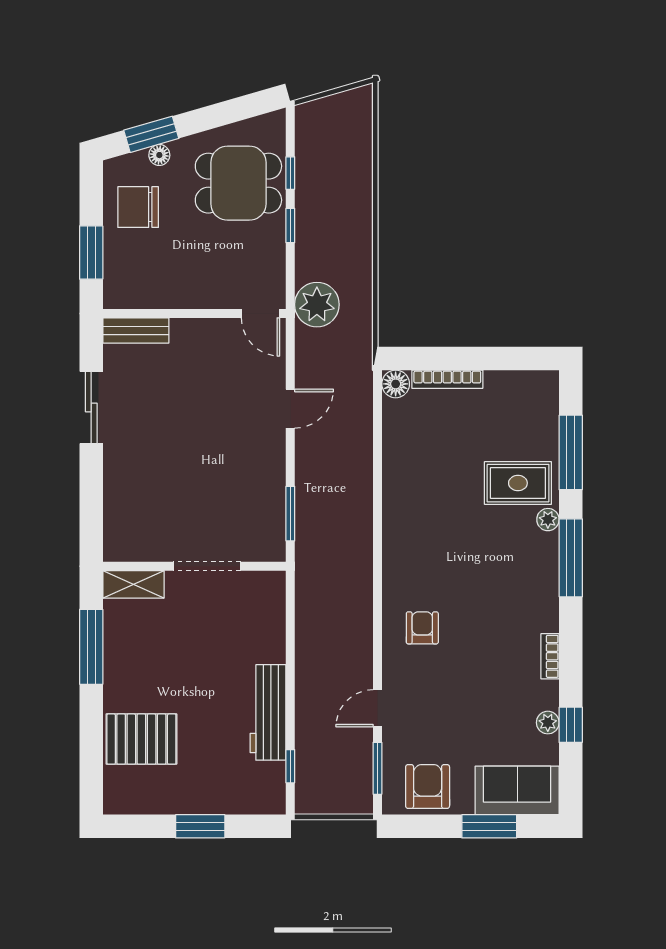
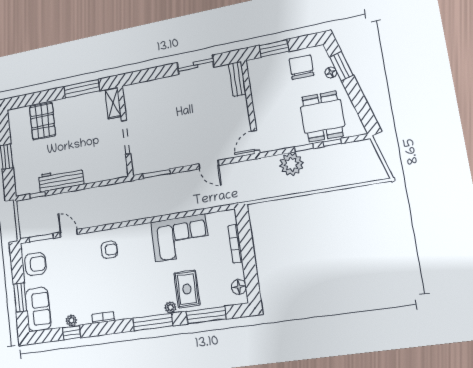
plant: (317, 305) -> (291, 164), moved
floor lamp: (396, 384) -> (239, 287), moved
corner sofa: (420, 483) -> (180, 238), added

